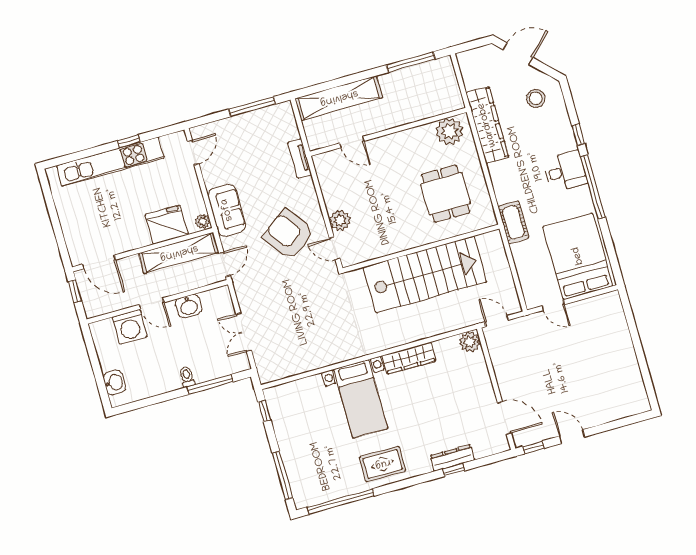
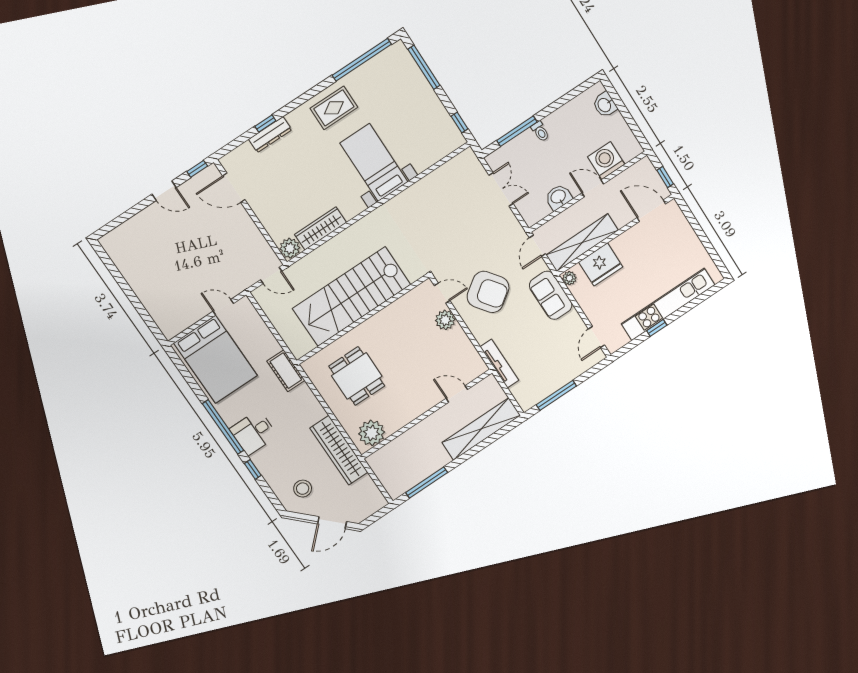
tv unit: (300, 159) -> (499, 363), width x1.41
wardrobe: (409, 358) -> (321, 228), moved

